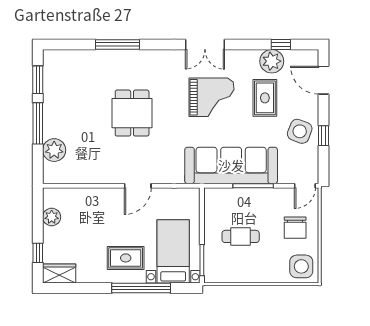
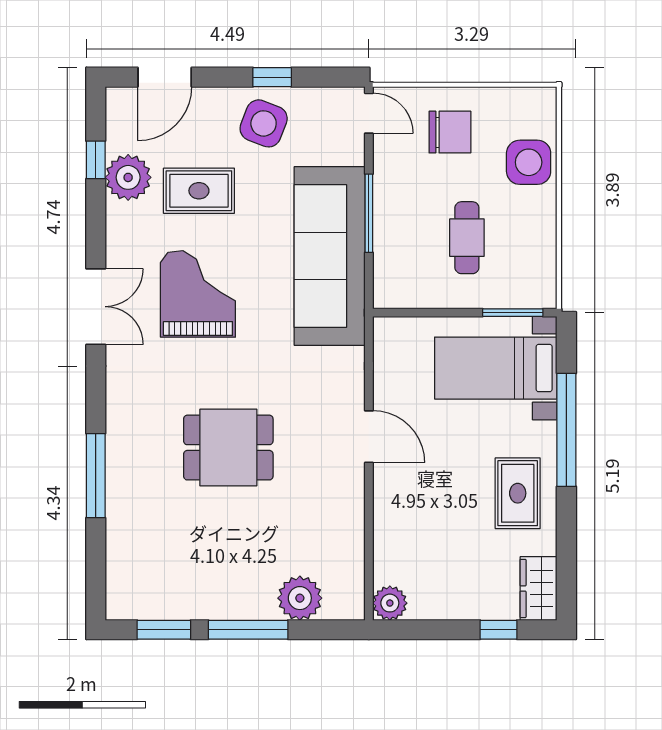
plant: (52, 217) -> (390, 603), moved
rug: (126, 258) -> (518, 493), moved
side table: (301, 266) -> (529, 162), moved

